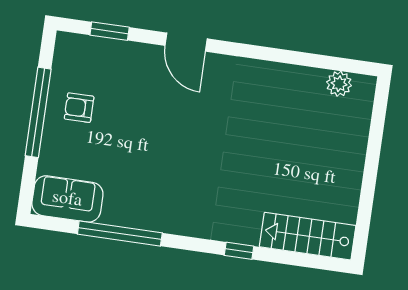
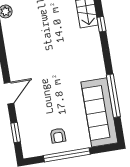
sofa: (67, 199) -> (99, 112), width x1.85, depth x1.27
window: (239, 251) -> (101, 24), moved

